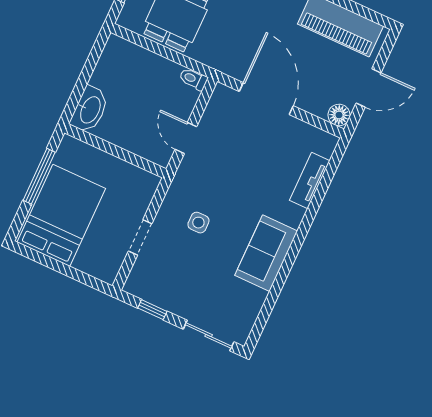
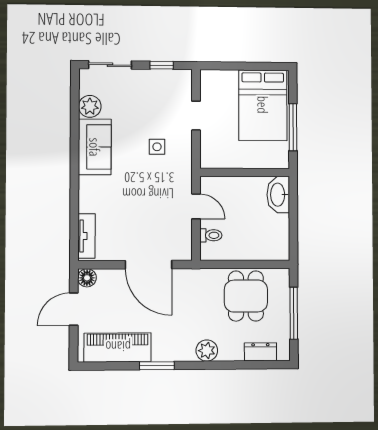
toilet: (193, 79) -> (211, 235), moved
tv unit: (310, 181) -> (87, 236), moved
plant: (251, 300) -> (90, 106), added

